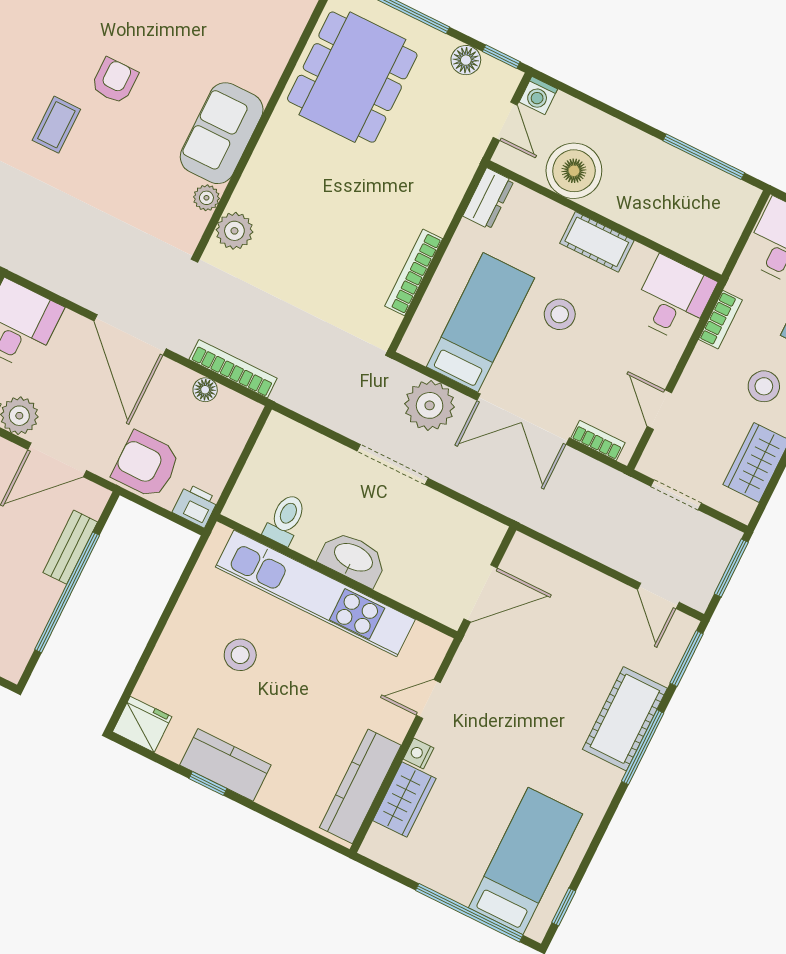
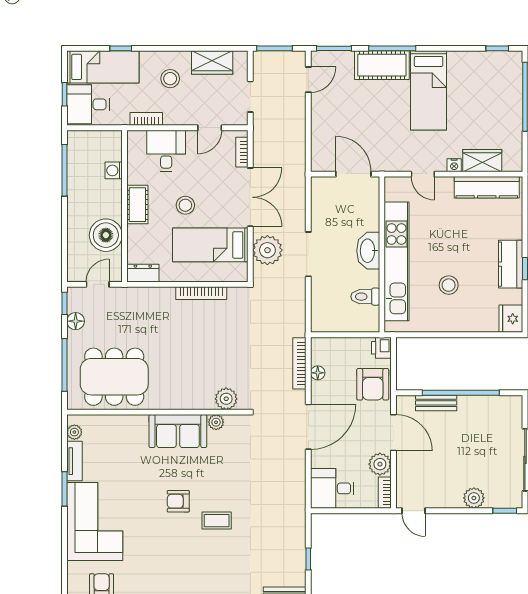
washing machine: (538, 96) -> (114, 170), moved, turned 180
desk: (673, 299) -> (166, 151), moved, turned 90
bed: (526, 861) -> (429, 90), moved, turned -90

